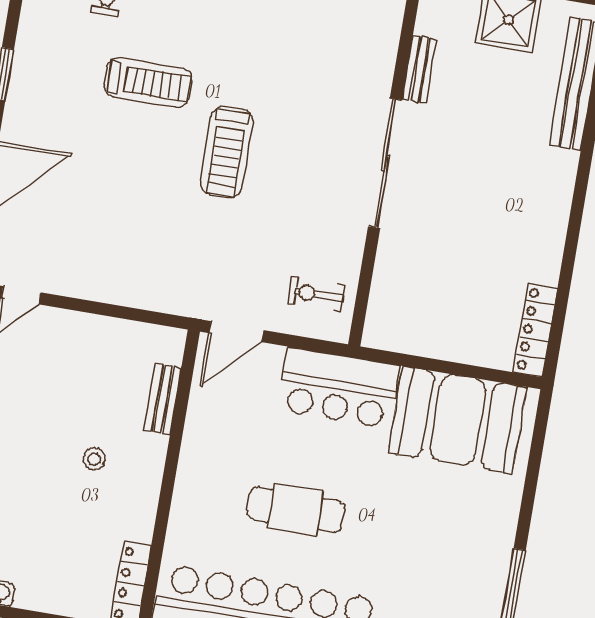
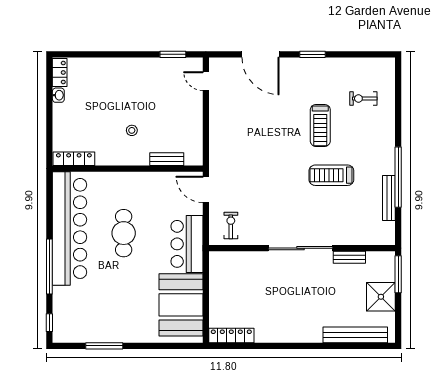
treadmill: (227, 152) -> (331, 175), moved

